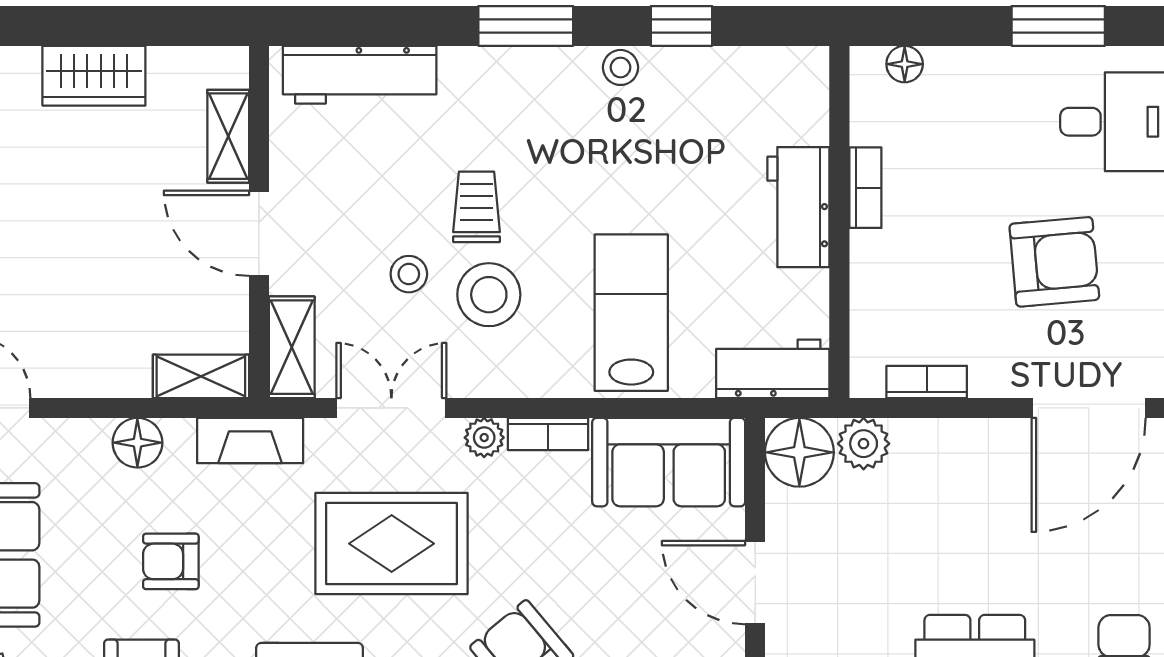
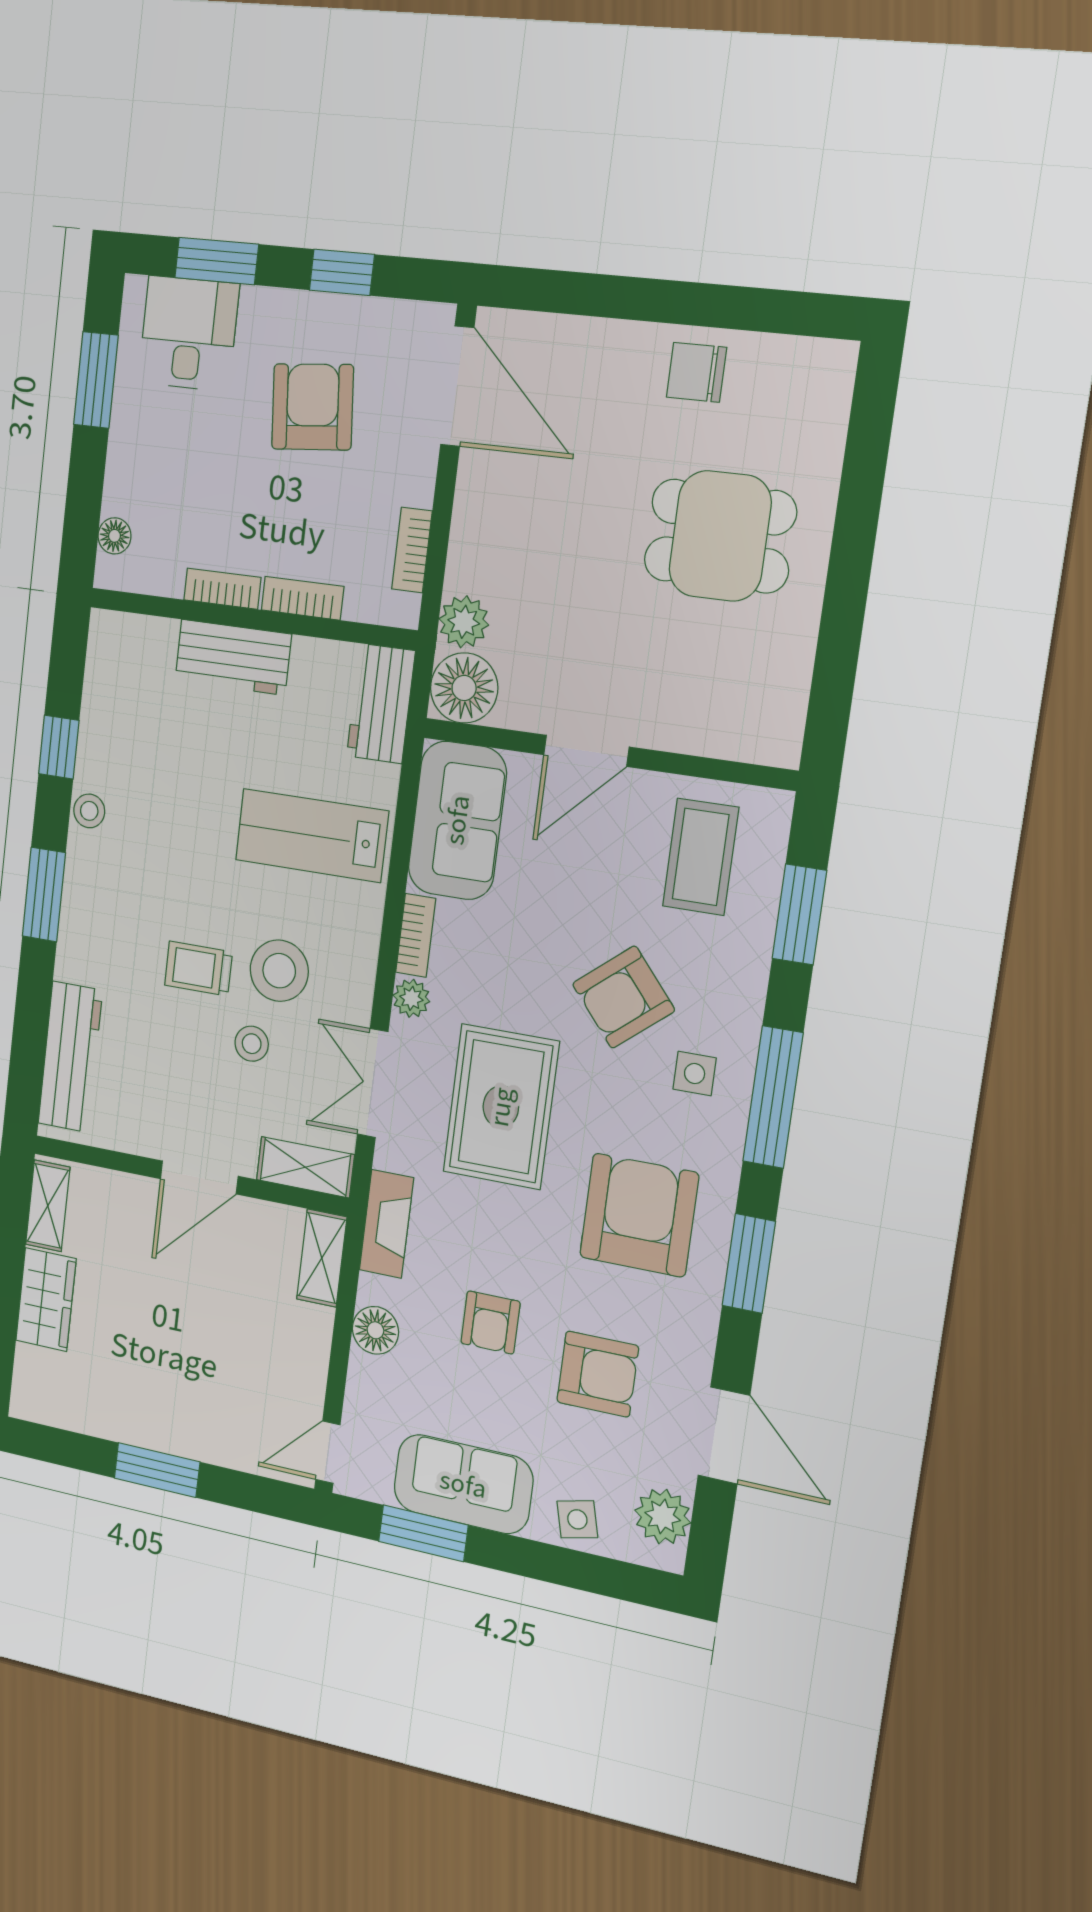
shelving: (228, 136) -> (48, 1206), moved, turned 90
bookcase: (866, 274) -> (302, 598), added

